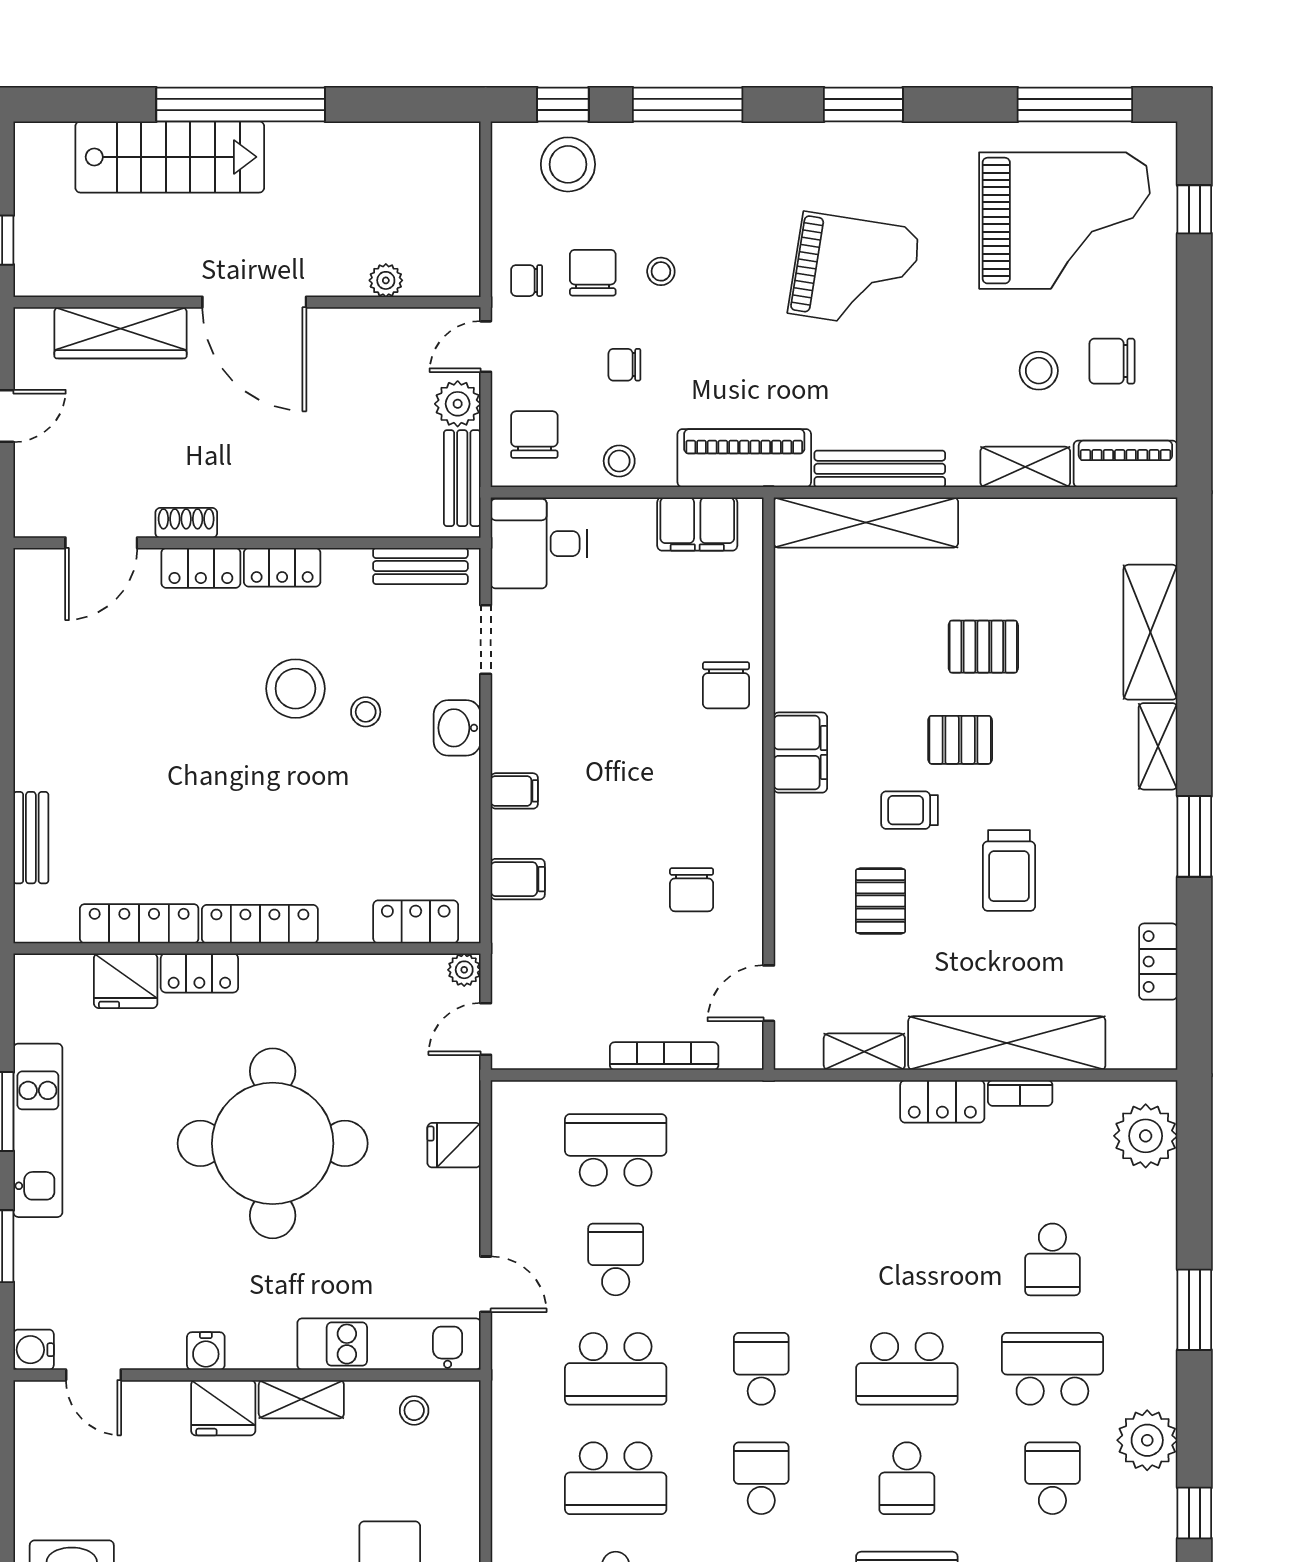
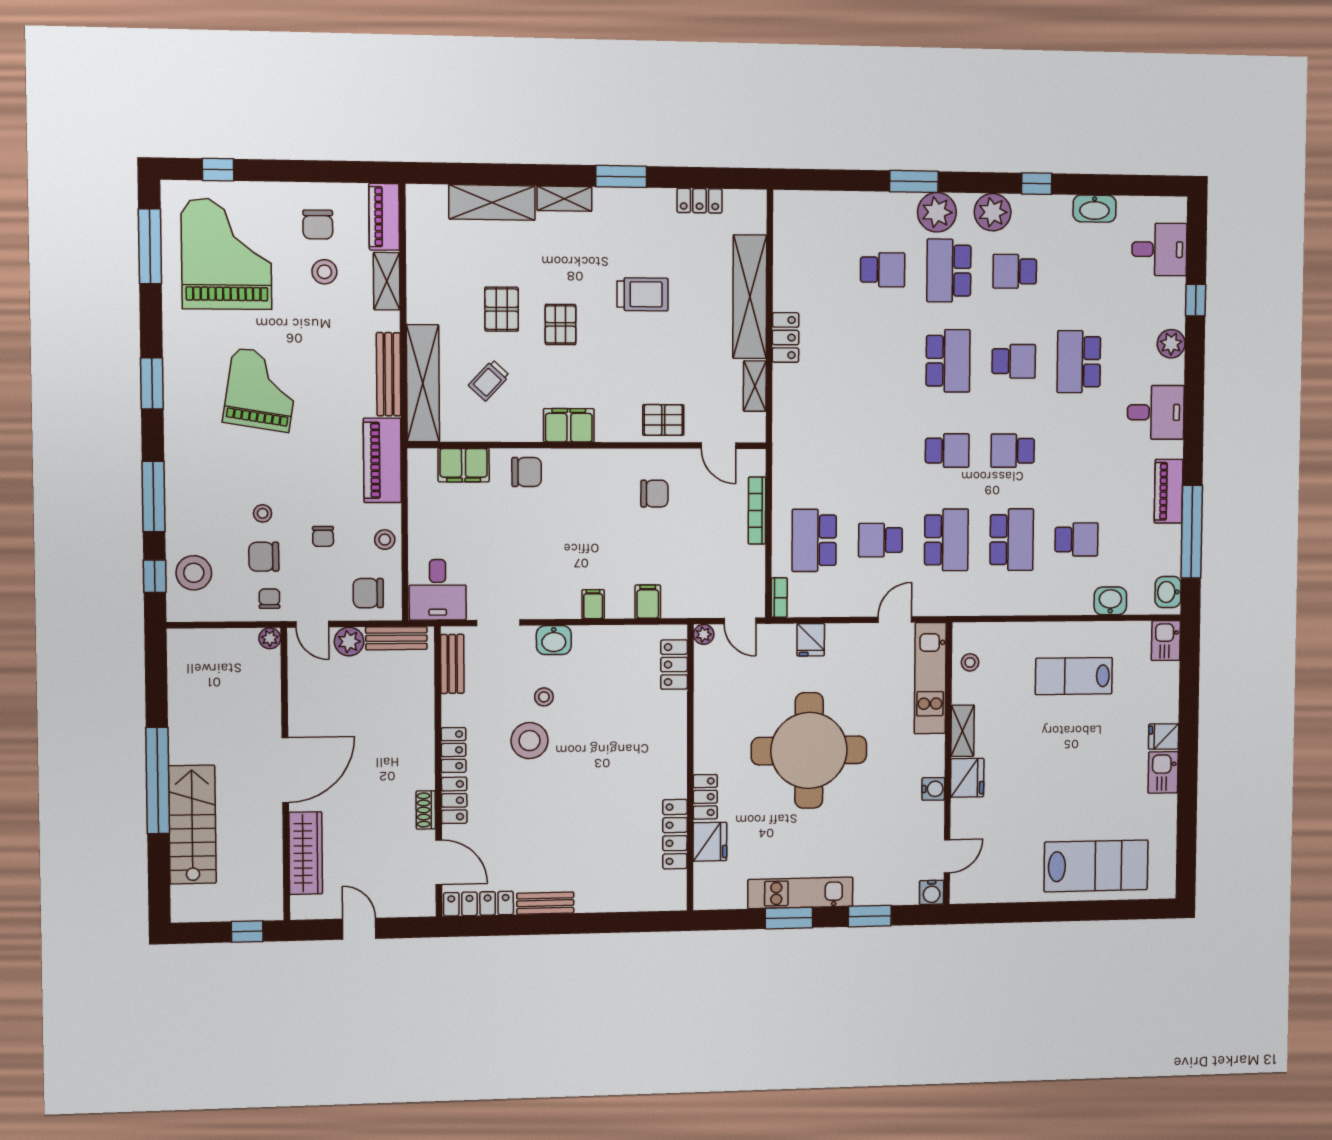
plant: (386, 280) -> (270, 638), moved
chair: (527, 281) -> (269, 599), turned 180
filing cabinet: (697, 524) -> (464, 465), moved, turned 90
trolley: (910, 810) -> (489, 380), moved, turned 43
bench: (31, 838) -> (545, 903), moved
pallet: (881, 901) -> (663, 420), moved
locker: (260, 924) -> (479, 904), moved, turned 90
bookcase: (1020, 1093) -> (779, 598), moved
plant: (1146, 1136) -> (937, 212), moved
school desk: (761, 1369) -> (947, 451), turned 180

